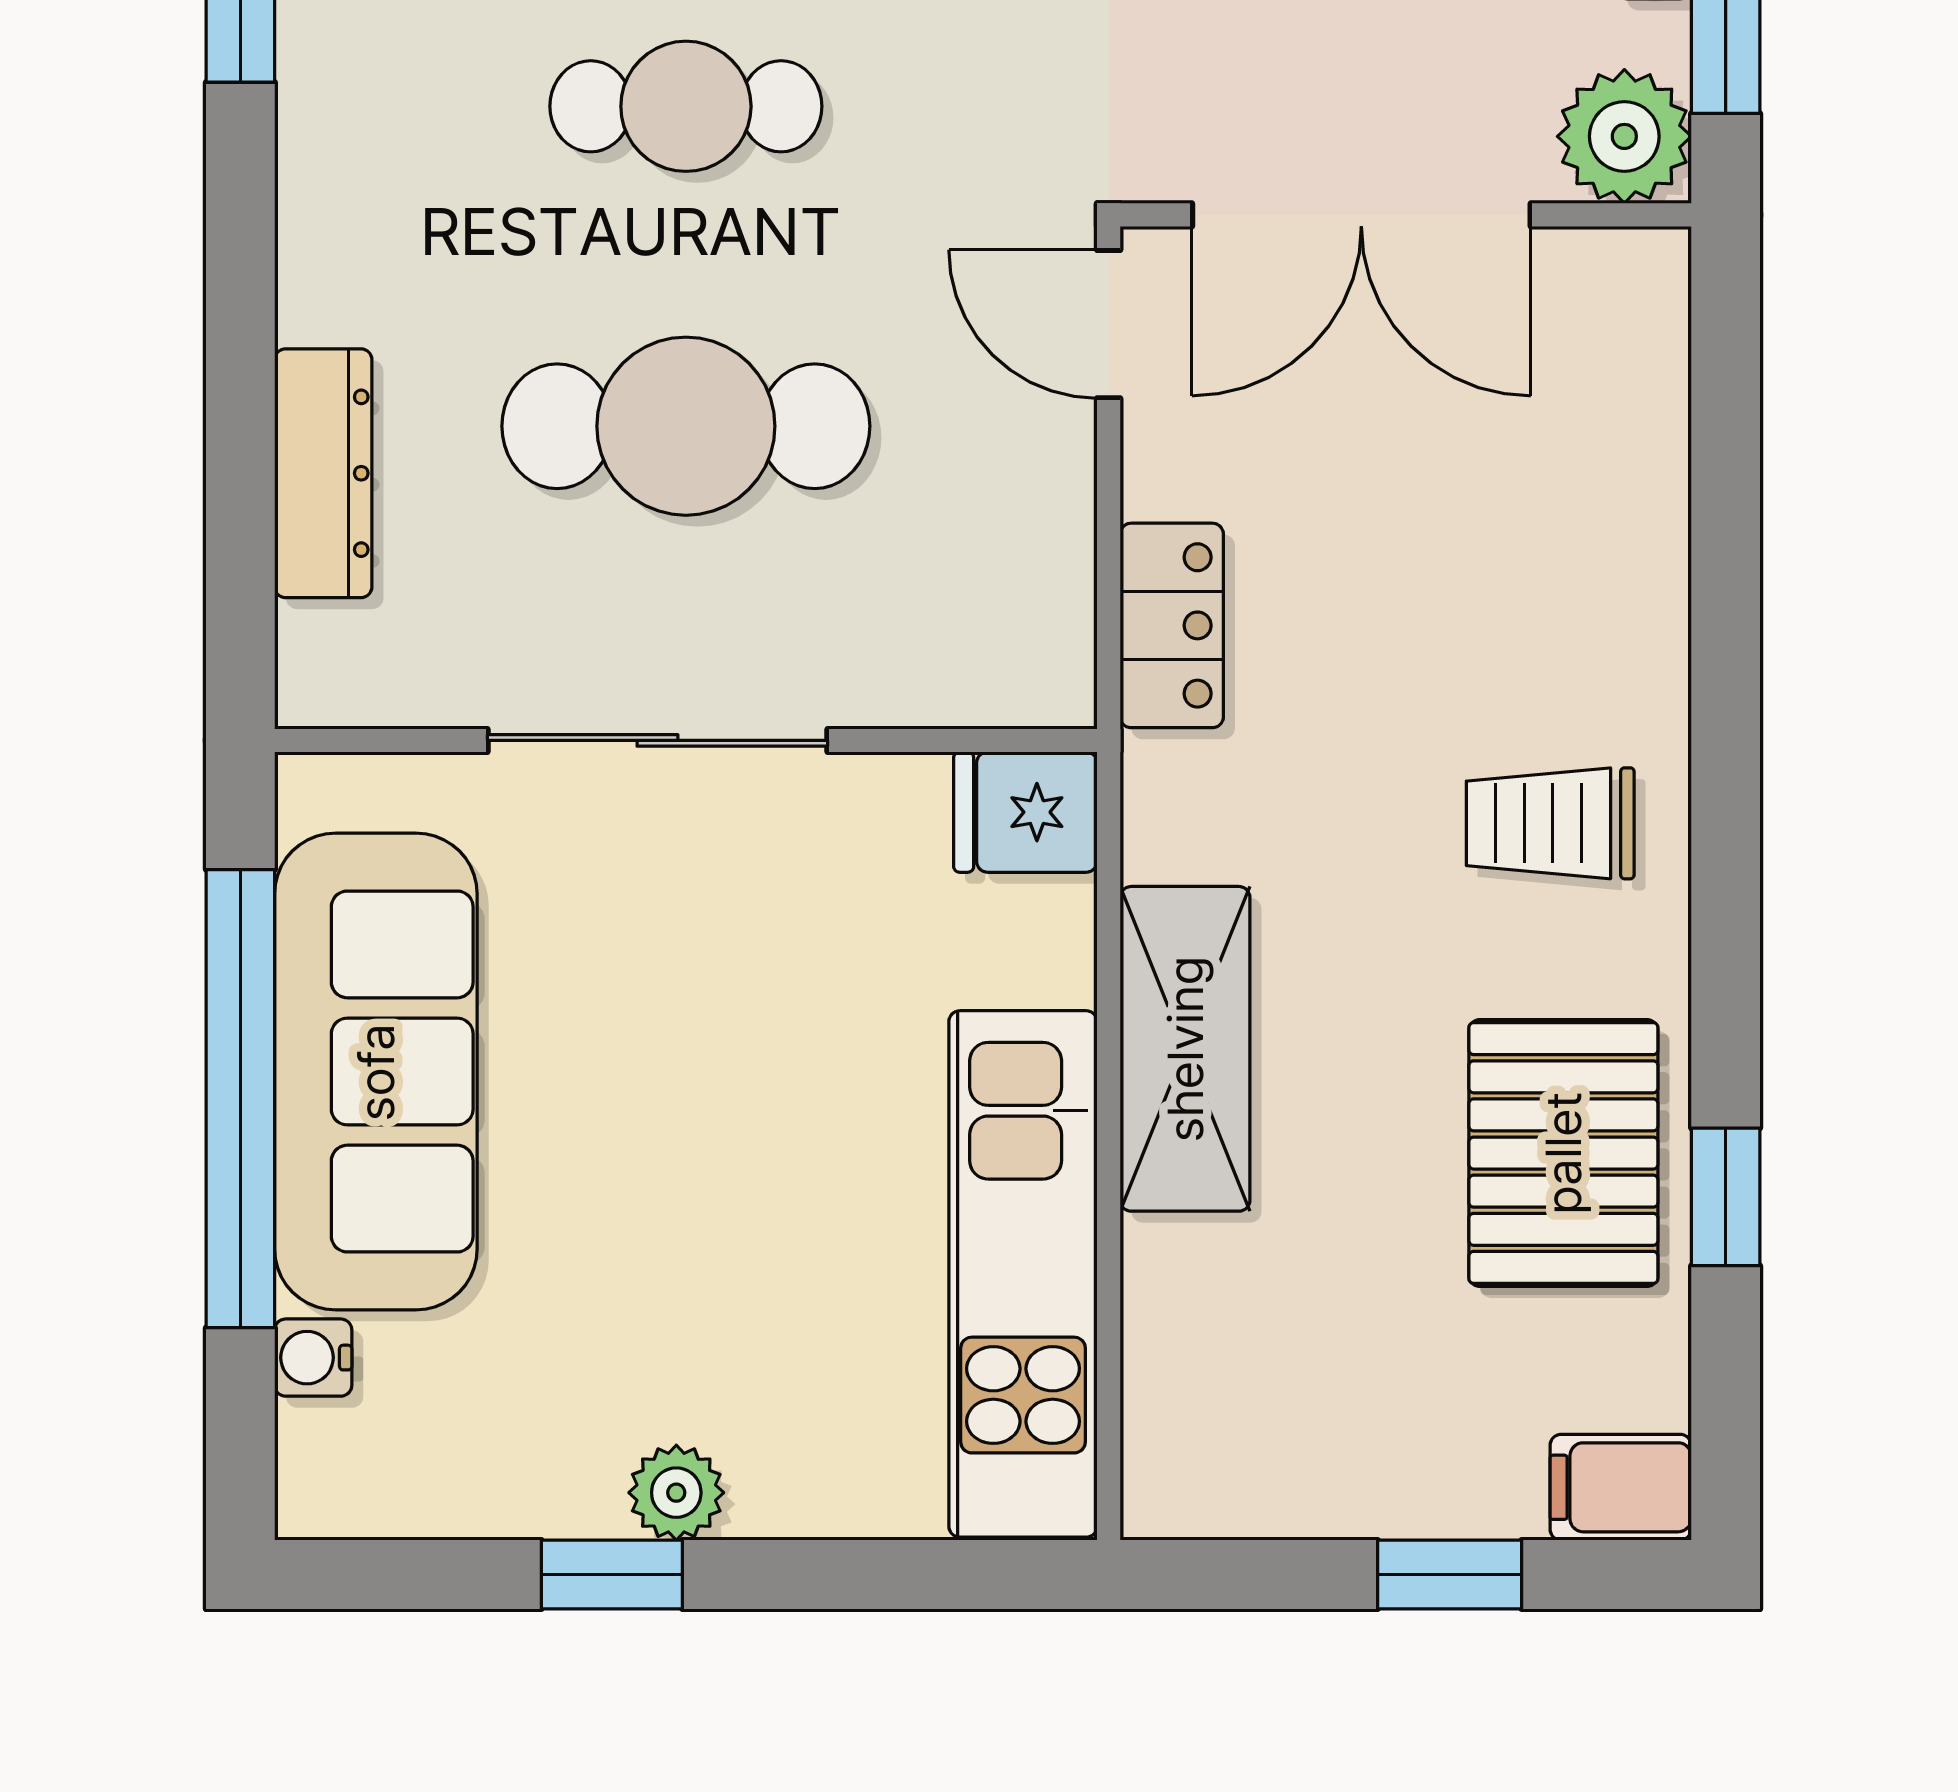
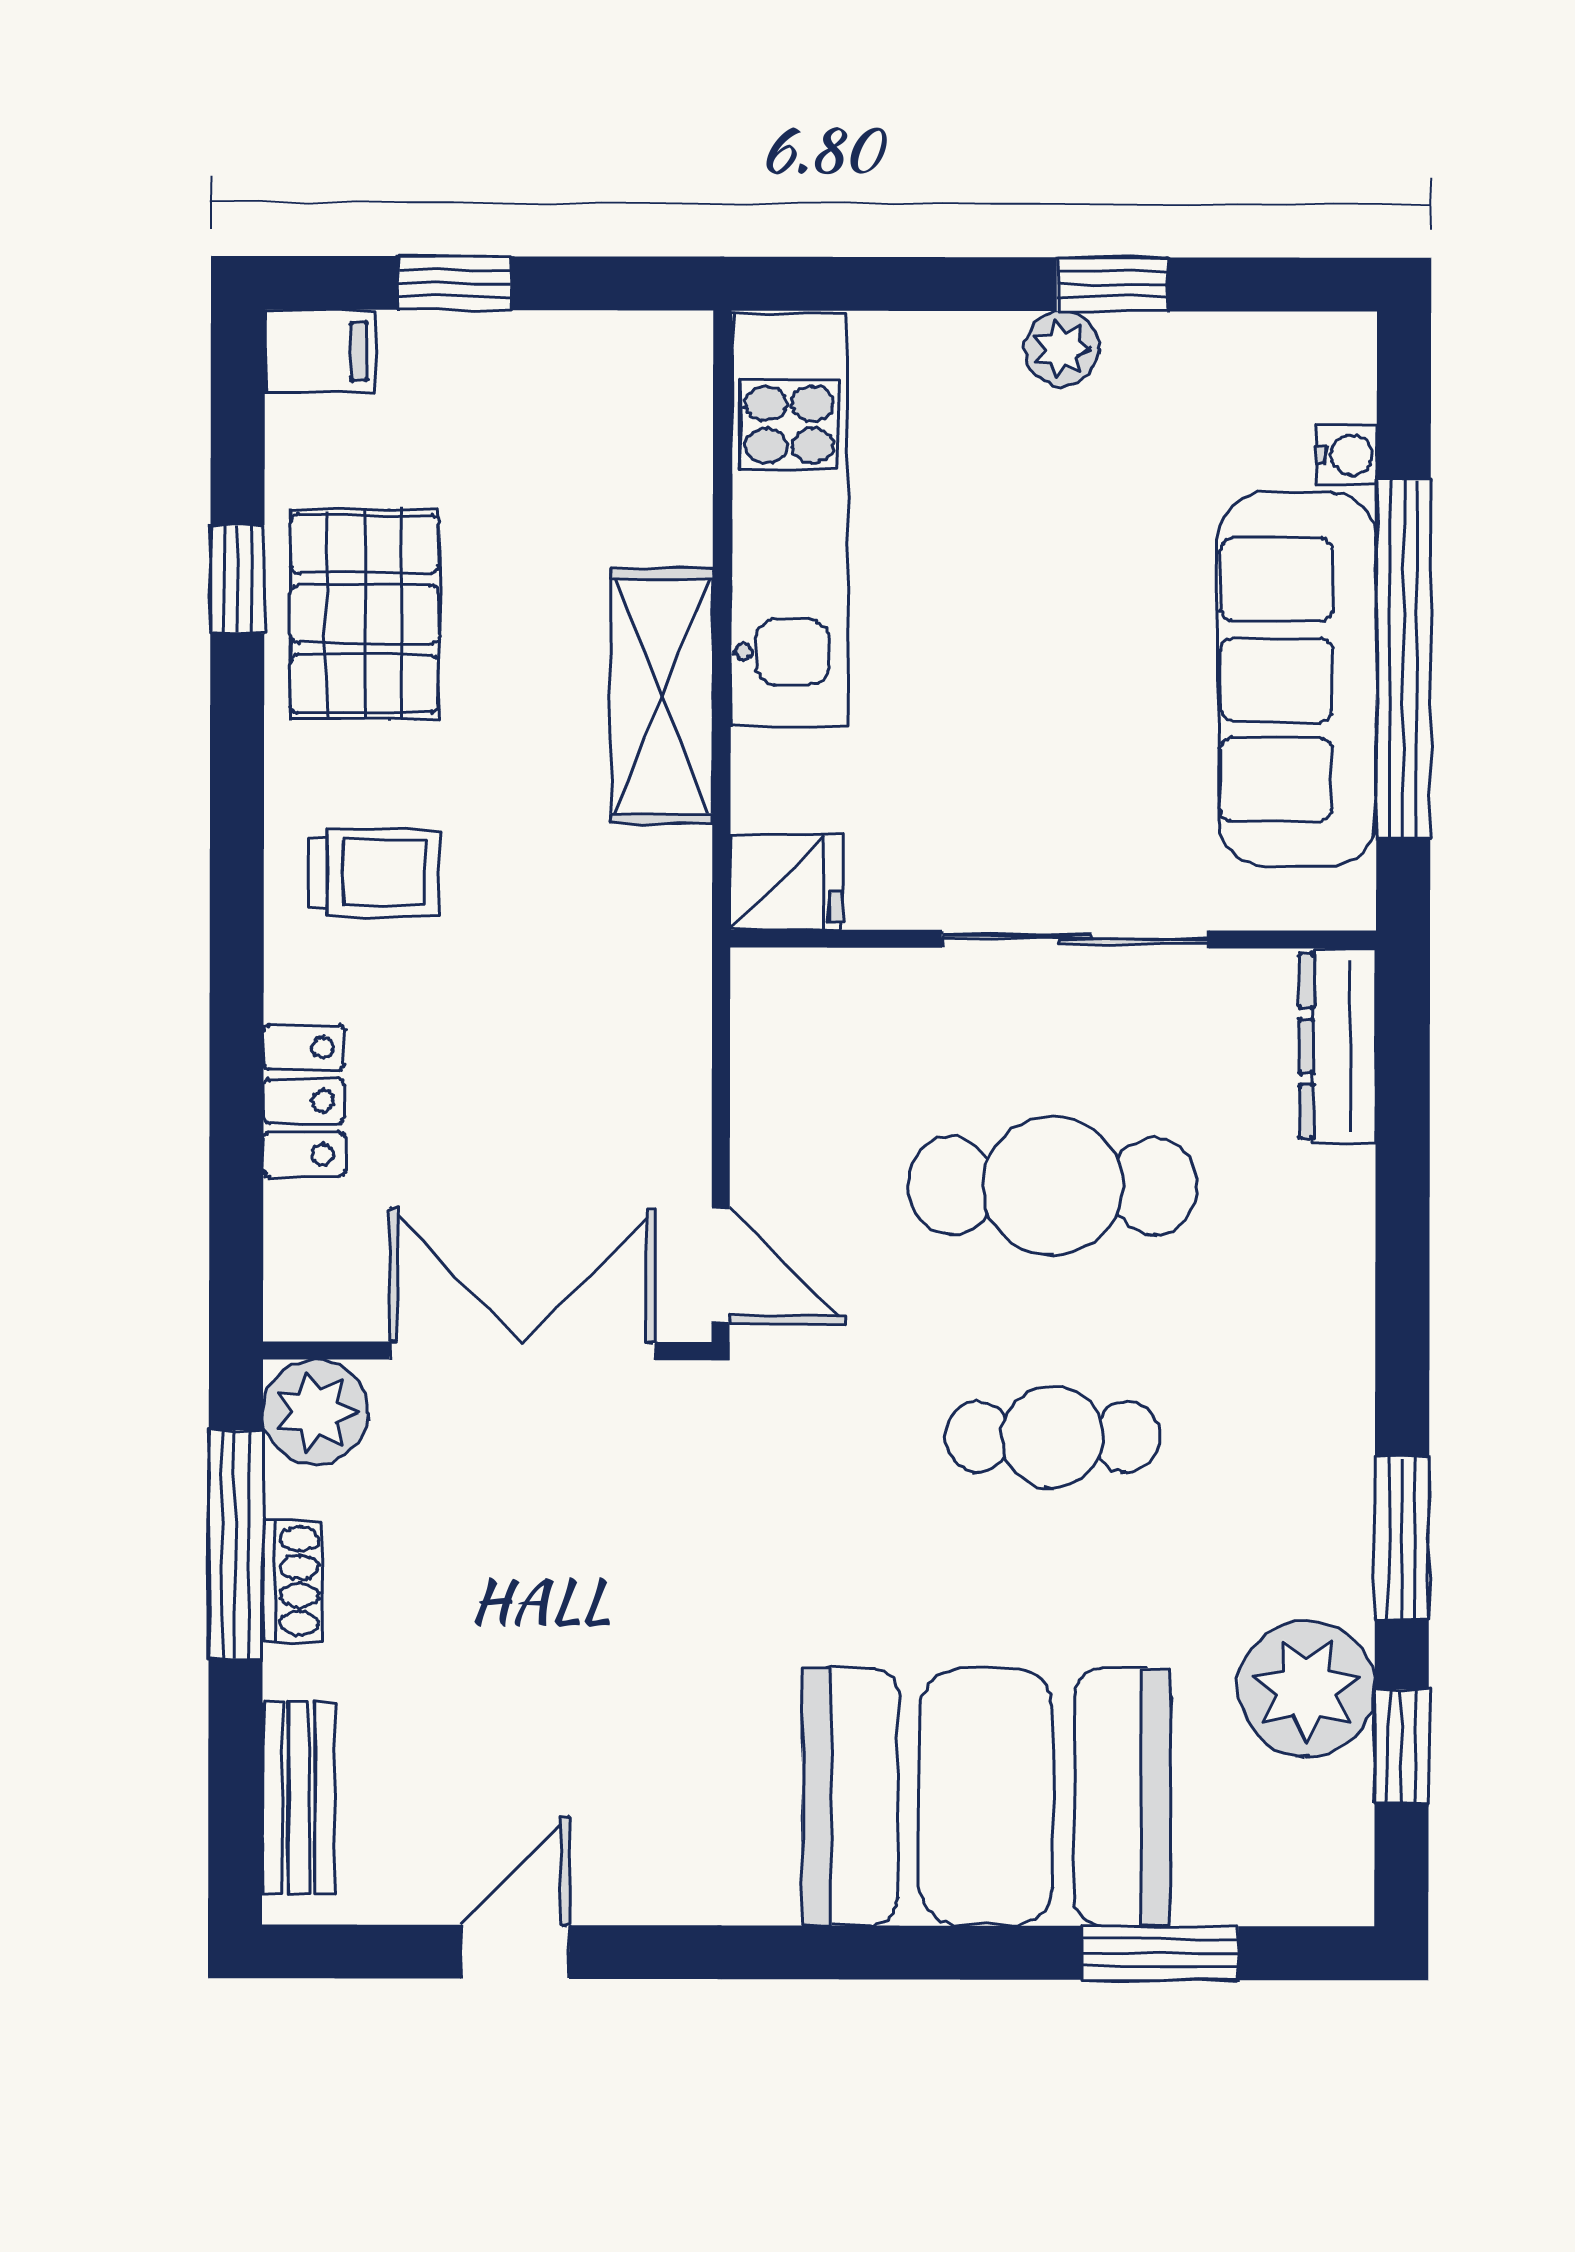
dresser: (323, 473) -> (1338, 1046), moved
locker: (1172, 625) -> (304, 1101), moved, turned 180

